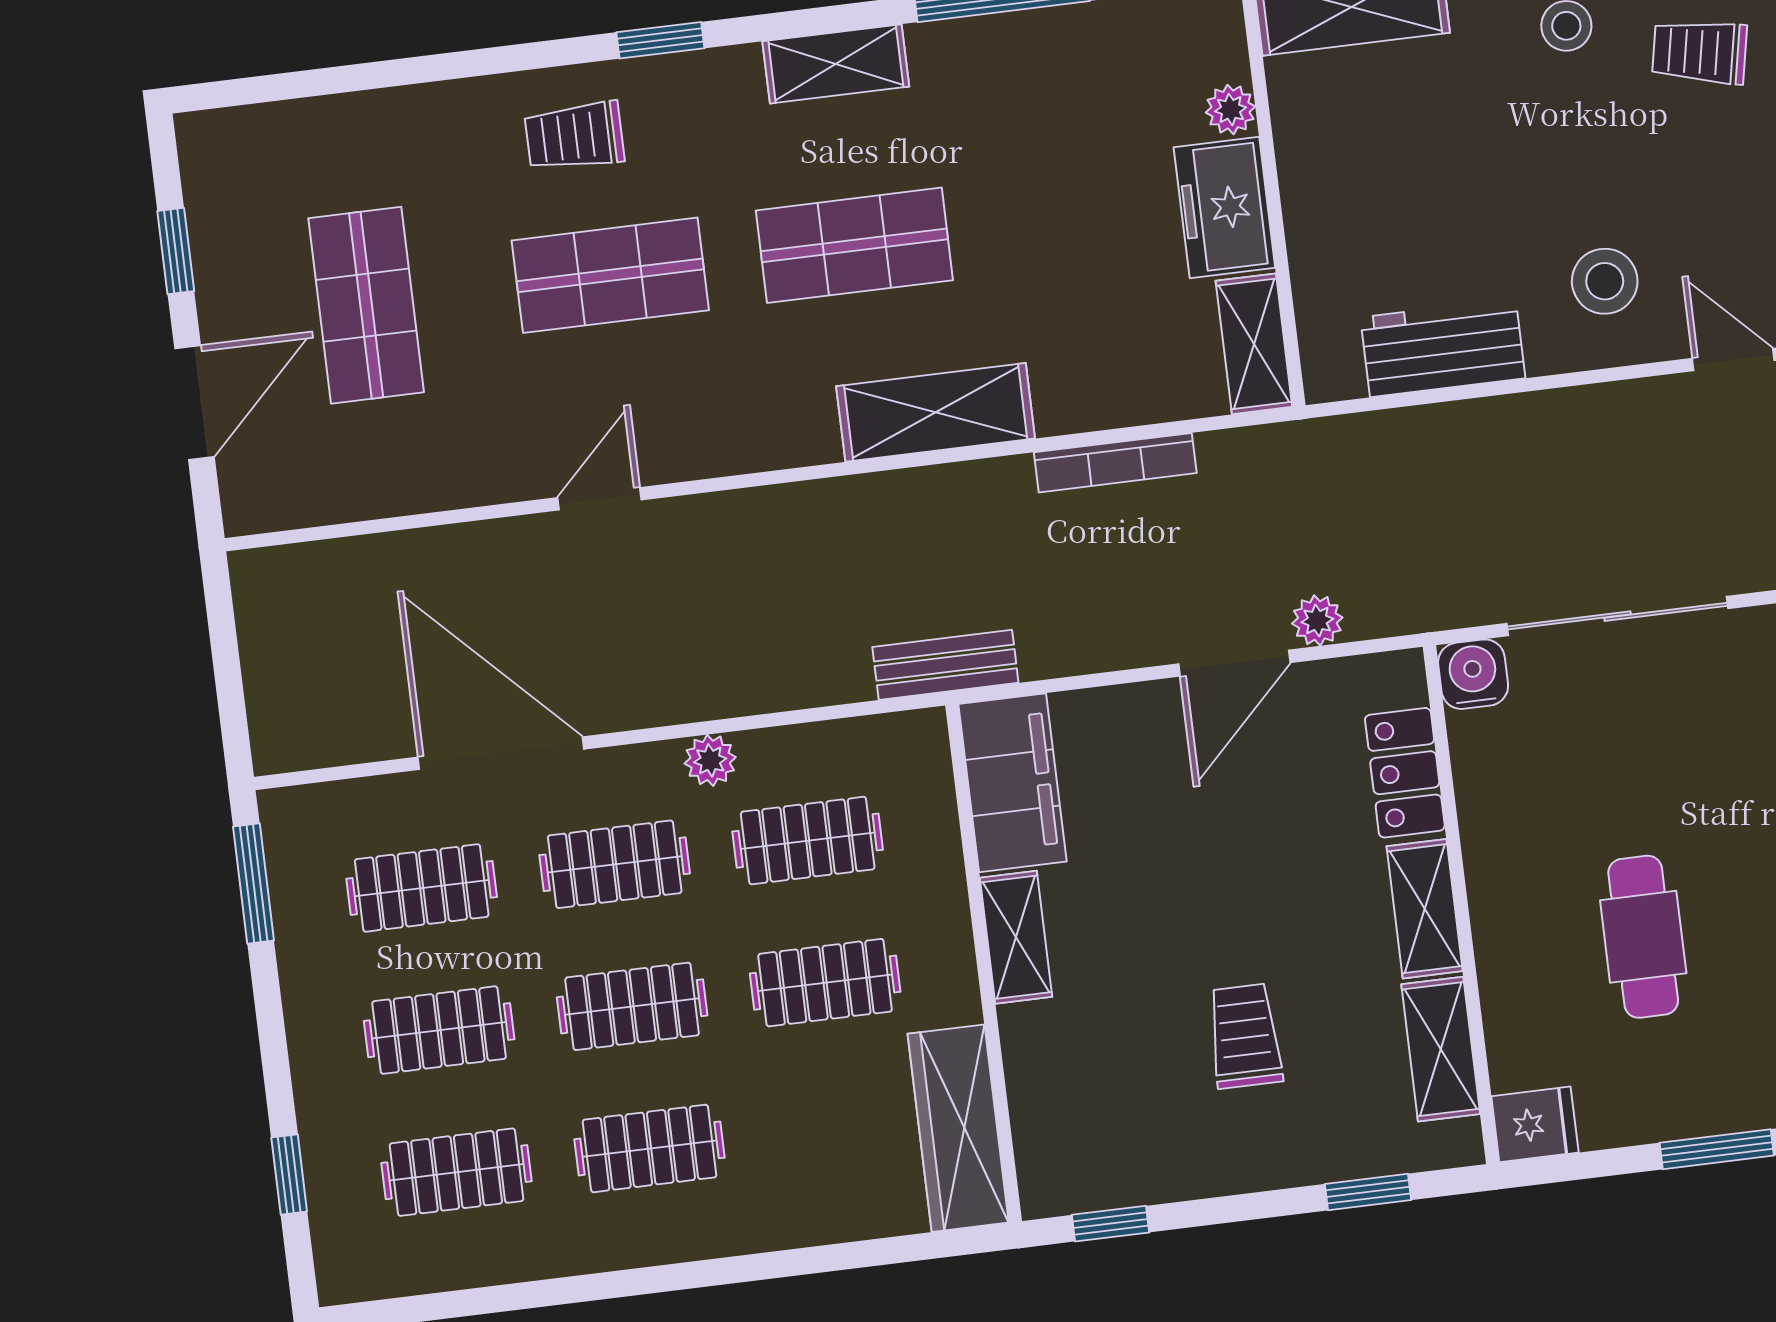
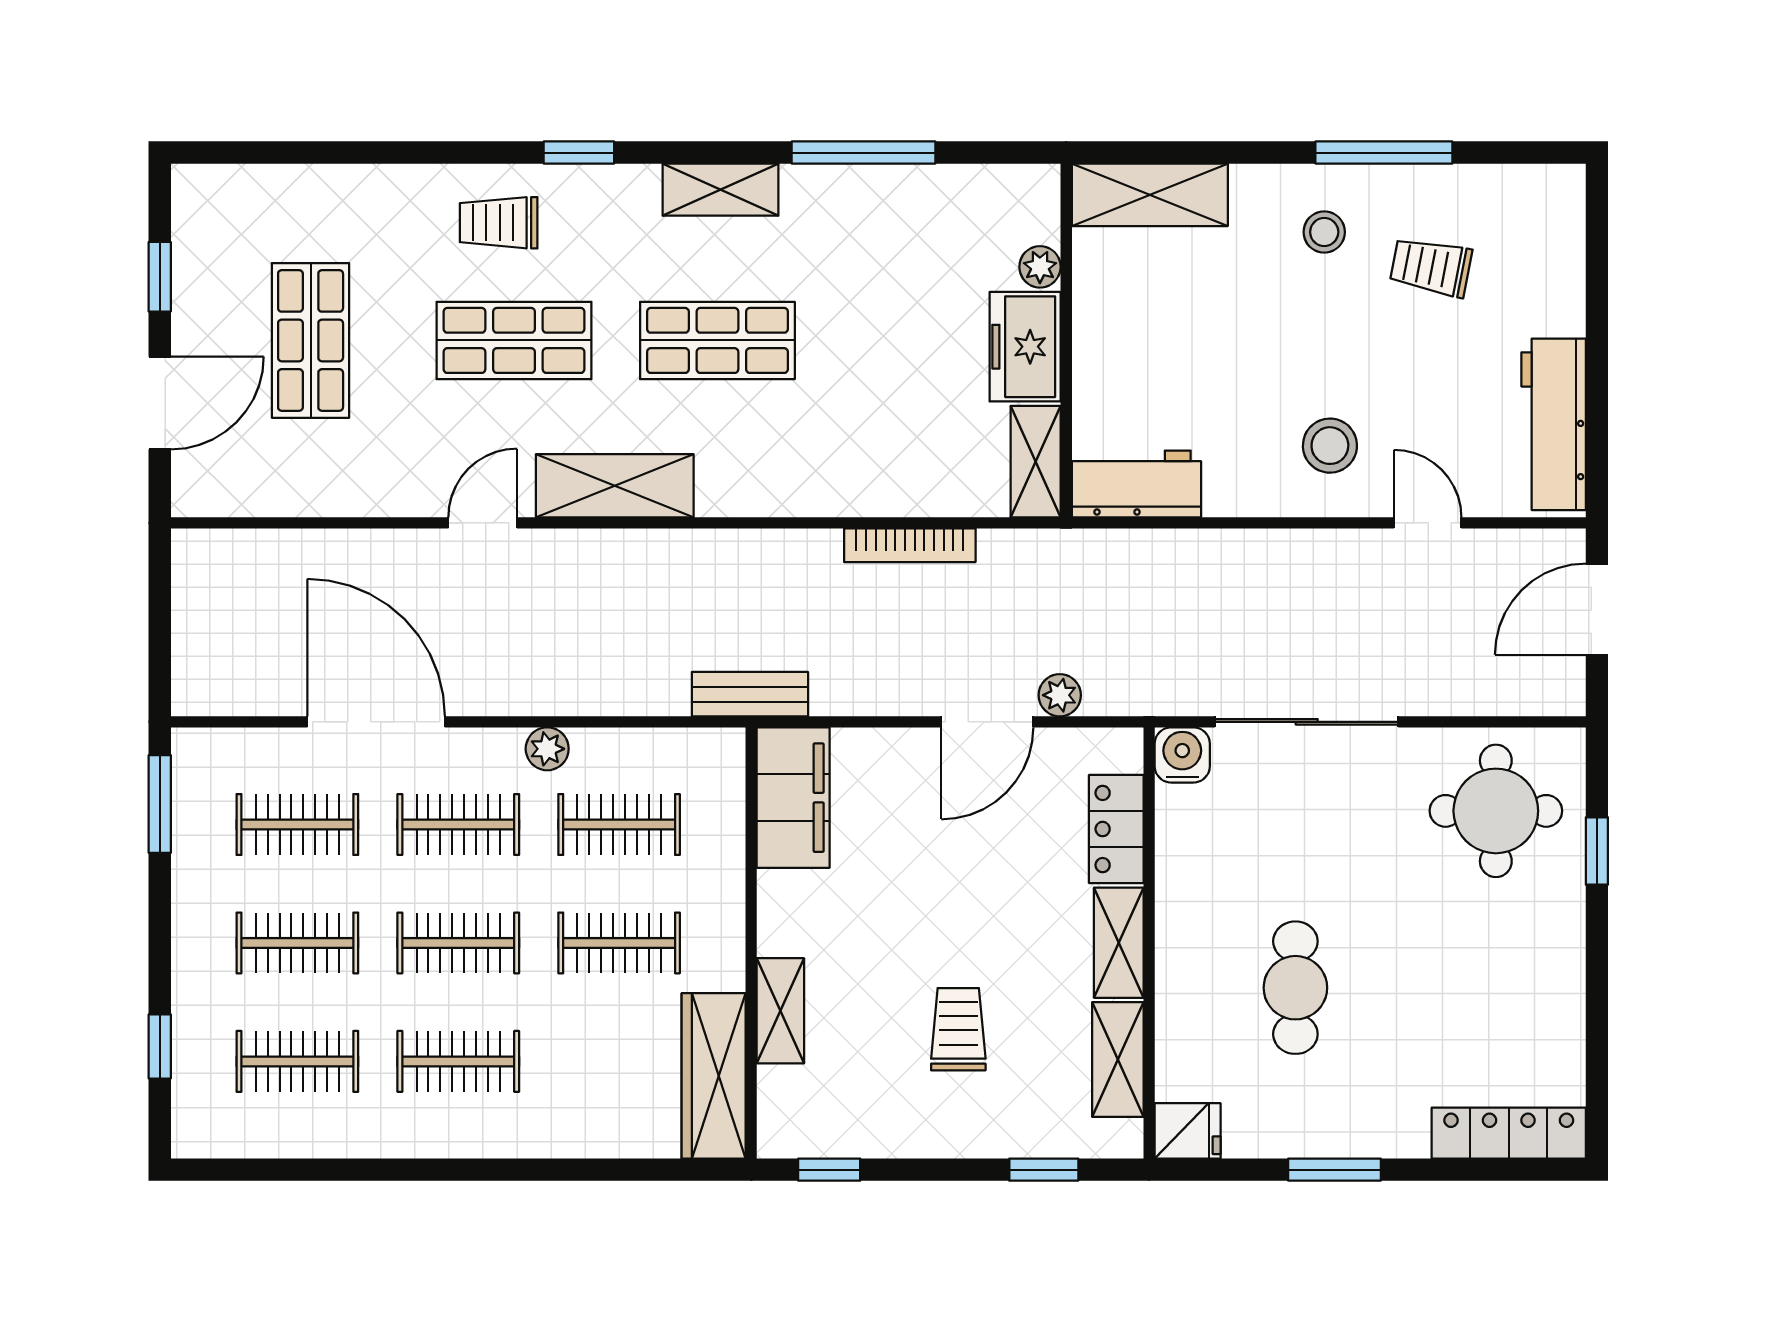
workbench: (1443, 348) -> (1136, 484), moved
shelving: (936, 412) -> (615, 486), moved
shelving: (1016, 937) -> (780, 1011), moved

